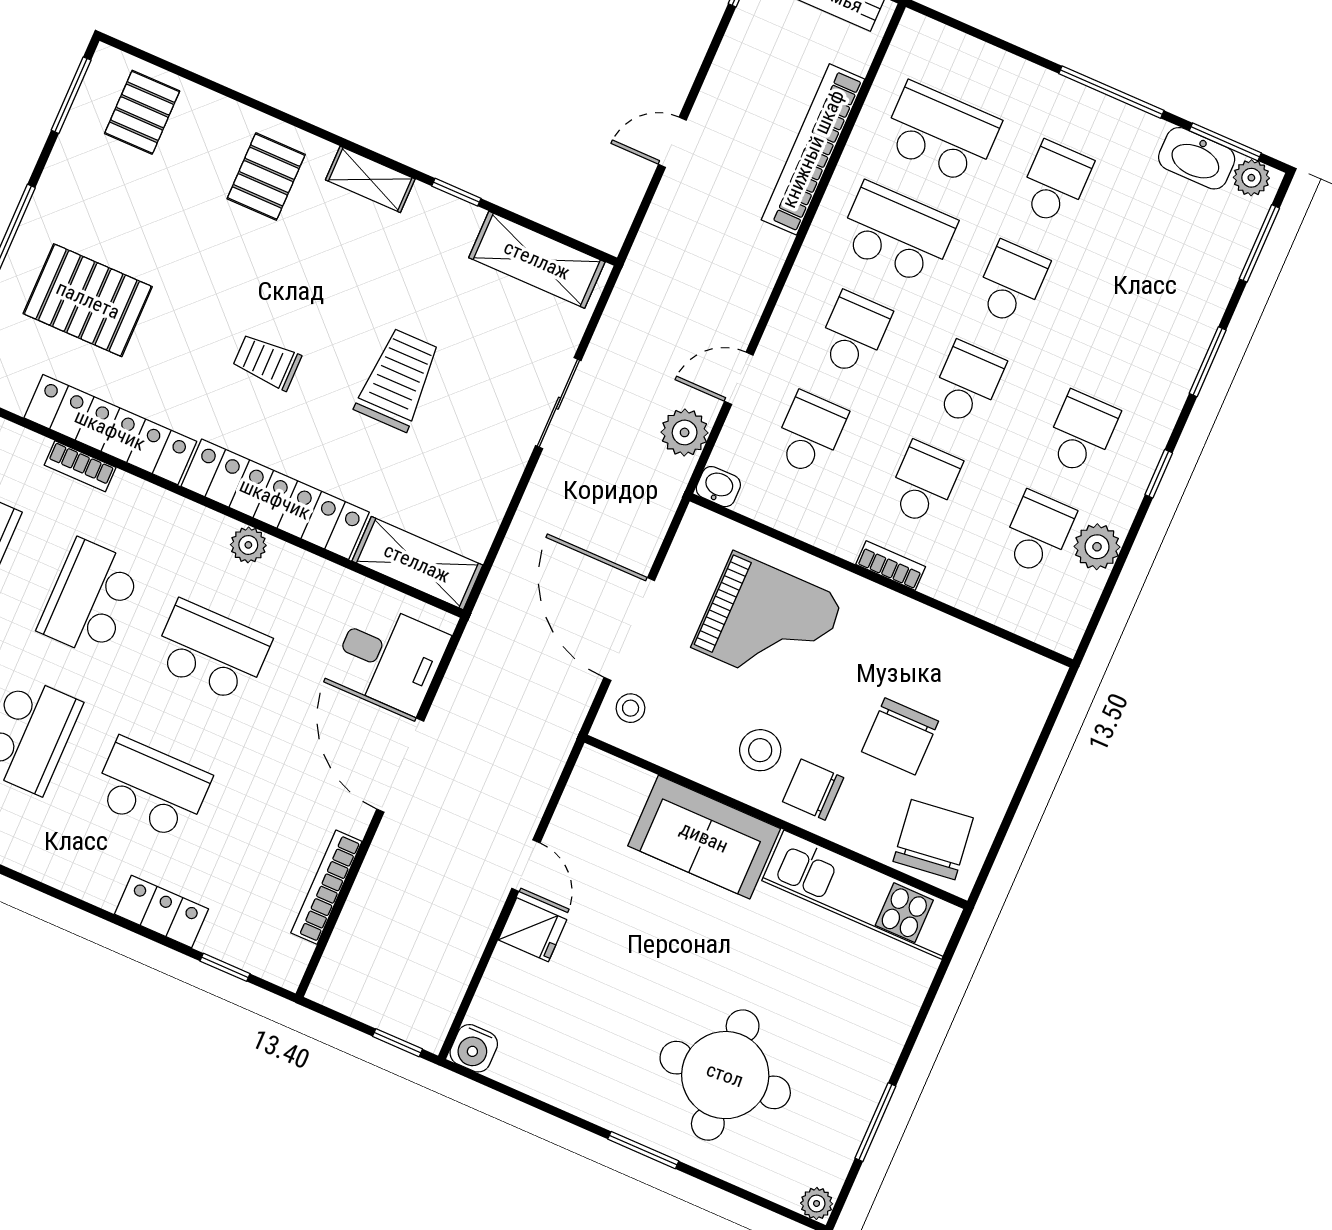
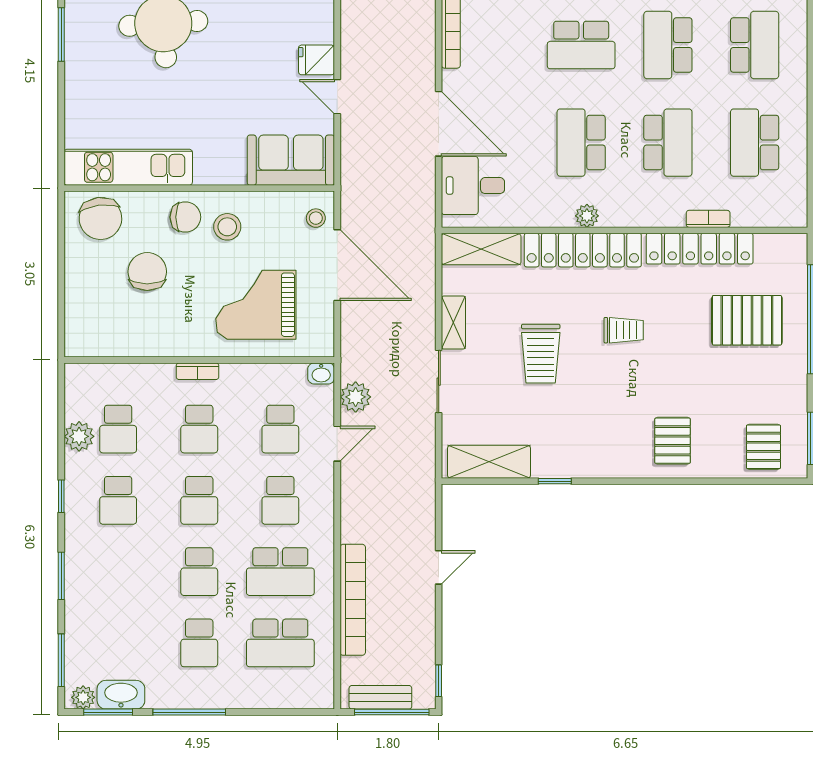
shelving: (370, 179) -> (453, 322), moved, turned 90
school desk: (212, 651) -> (581, 143), turned 90
sofa: (704, 837) -> (291, 160), moved

